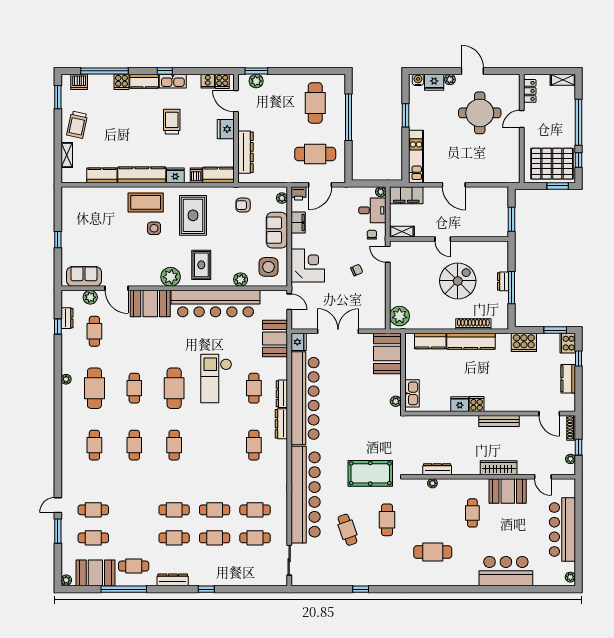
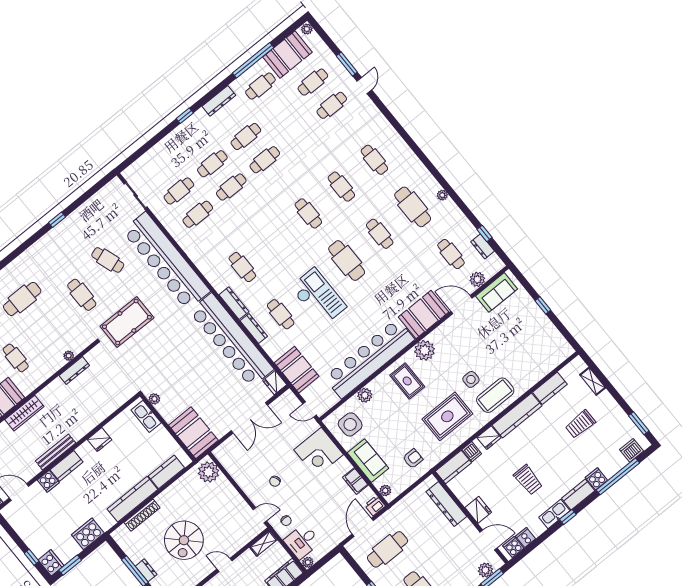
trolley: (77, 125) -> (580, 424), moved, turned -102
rug: (193, 215) -> (447, 416), turned 90
kitchen counter: (568, 379) -> (67, 466), moved, turned 90
cooker: (477, 404) -> (48, 481), moved

